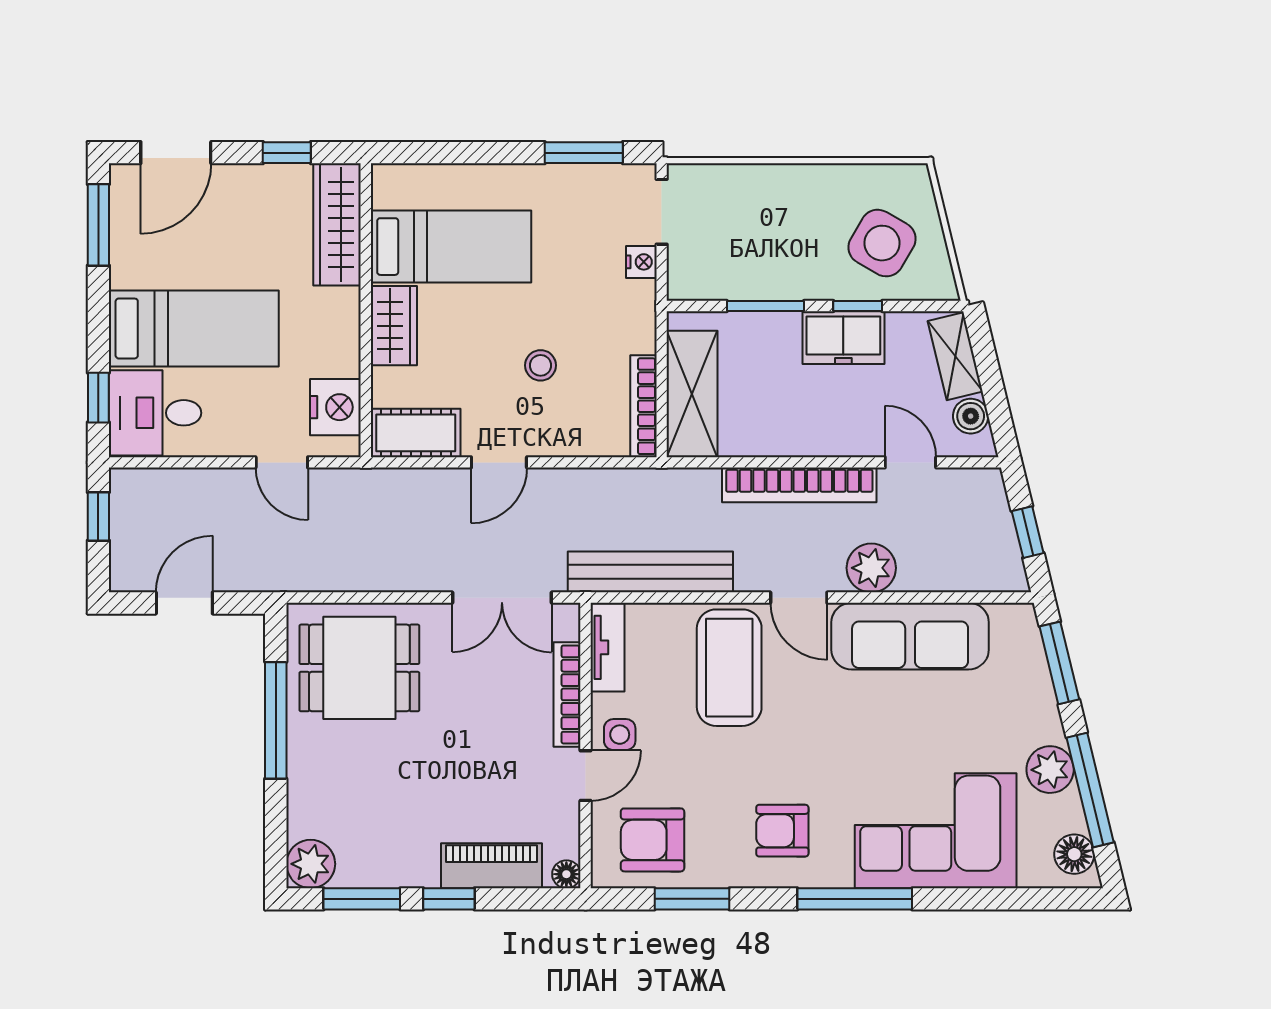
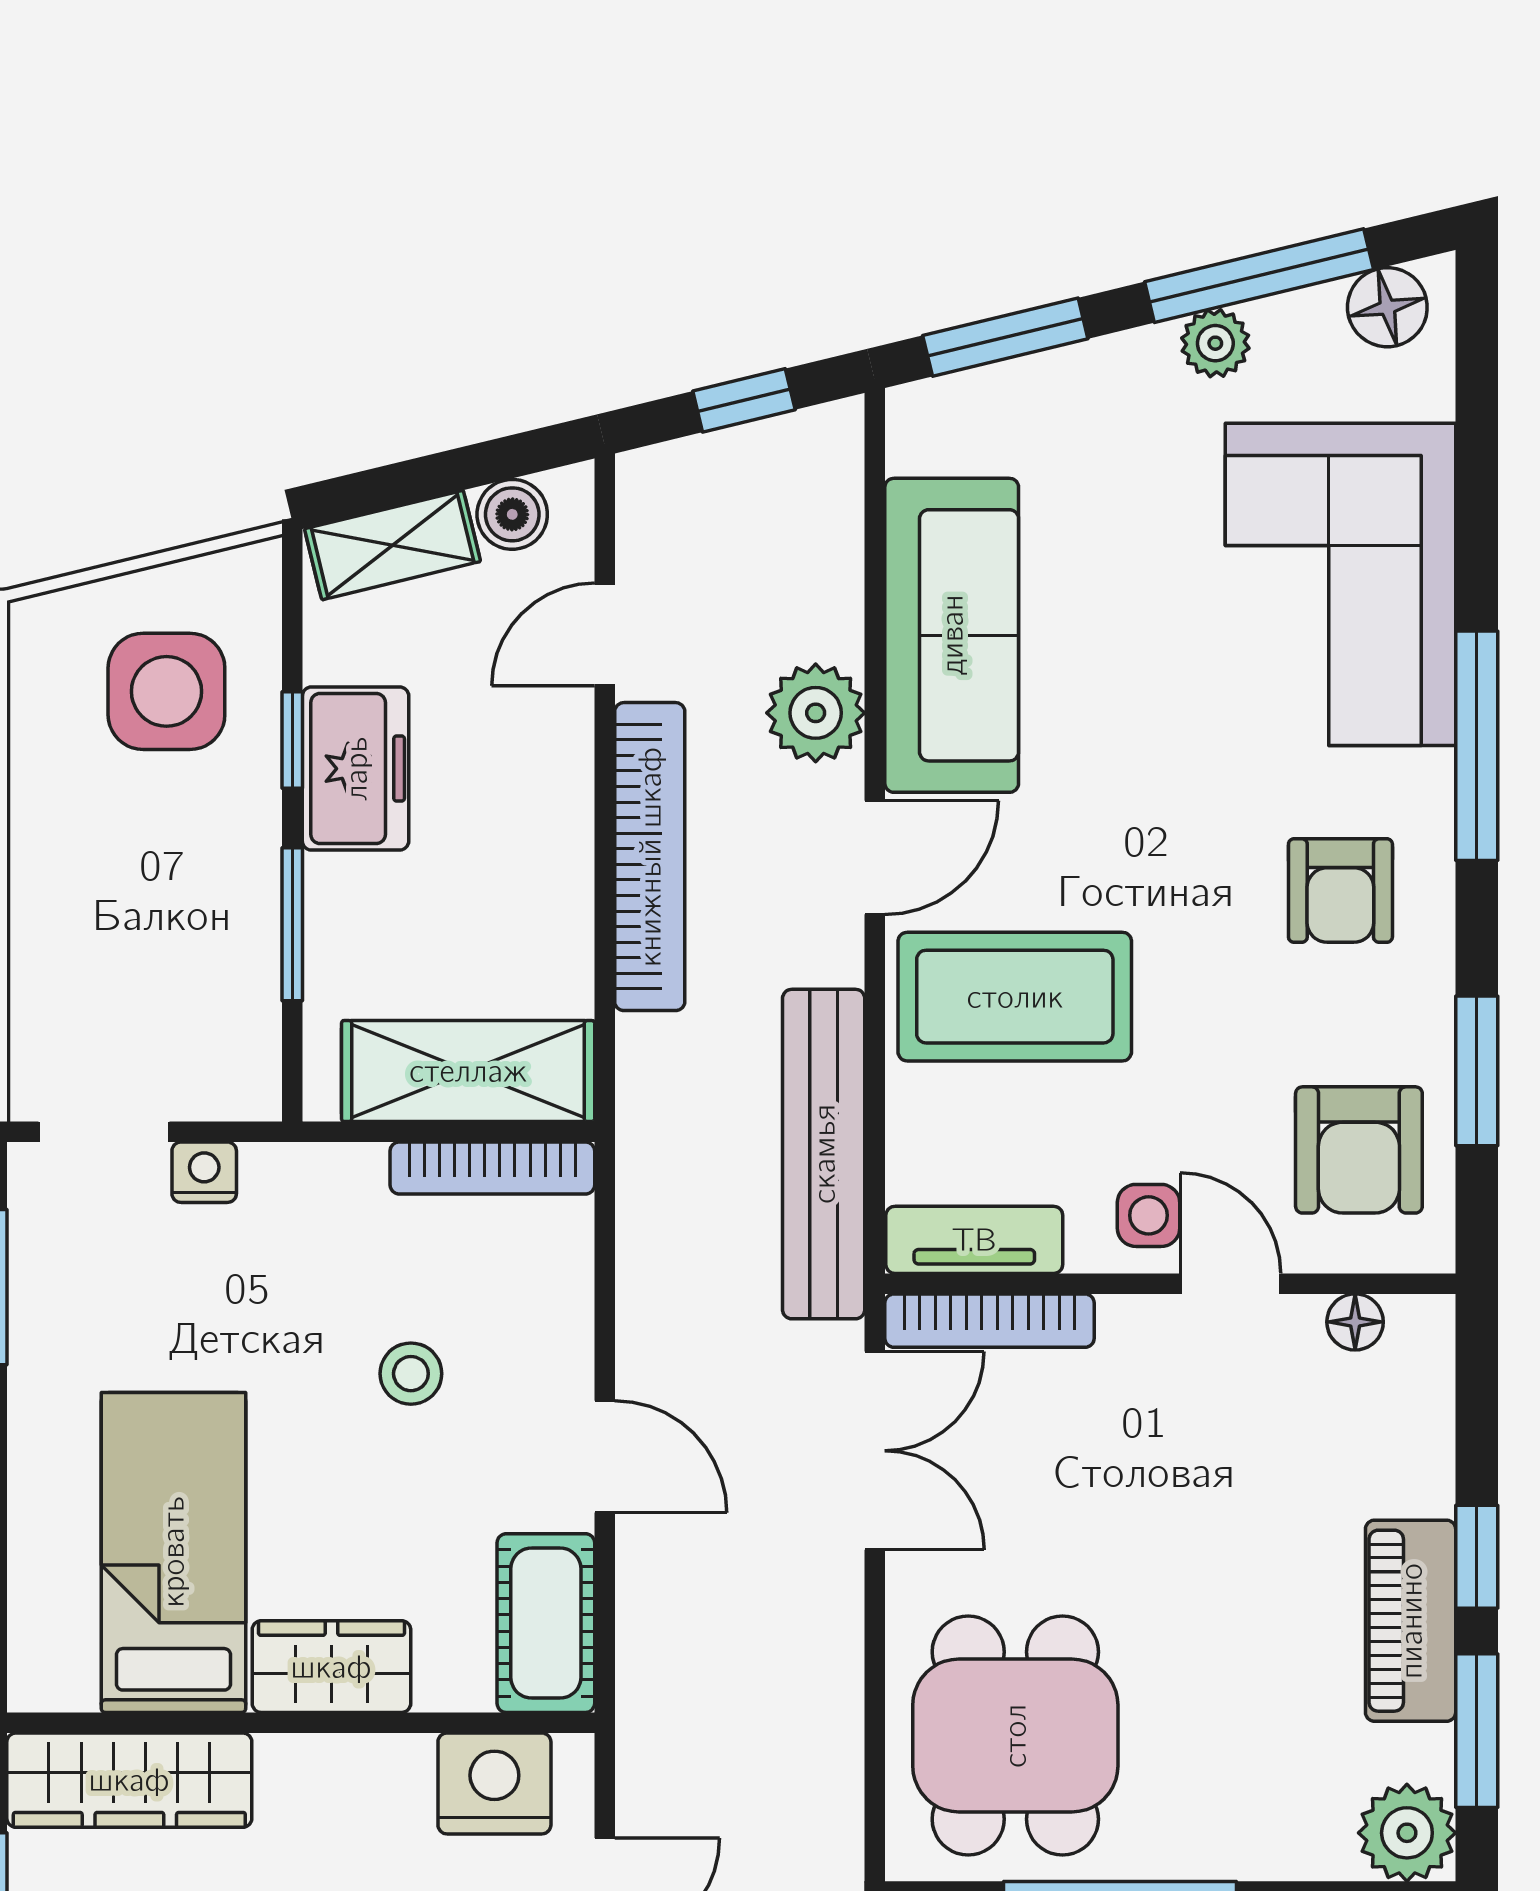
side table: (882, 243) -> (166, 691), turned -30
bookcase: (567, 694) -> (989, 1321), moved
plant: (1050, 770) -> (1215, 343), width x0.73, depth x0.73
piano: (492, 866) -> (1411, 1621), moved
floor lamp: (566, 874) -> (1355, 1322), moved

